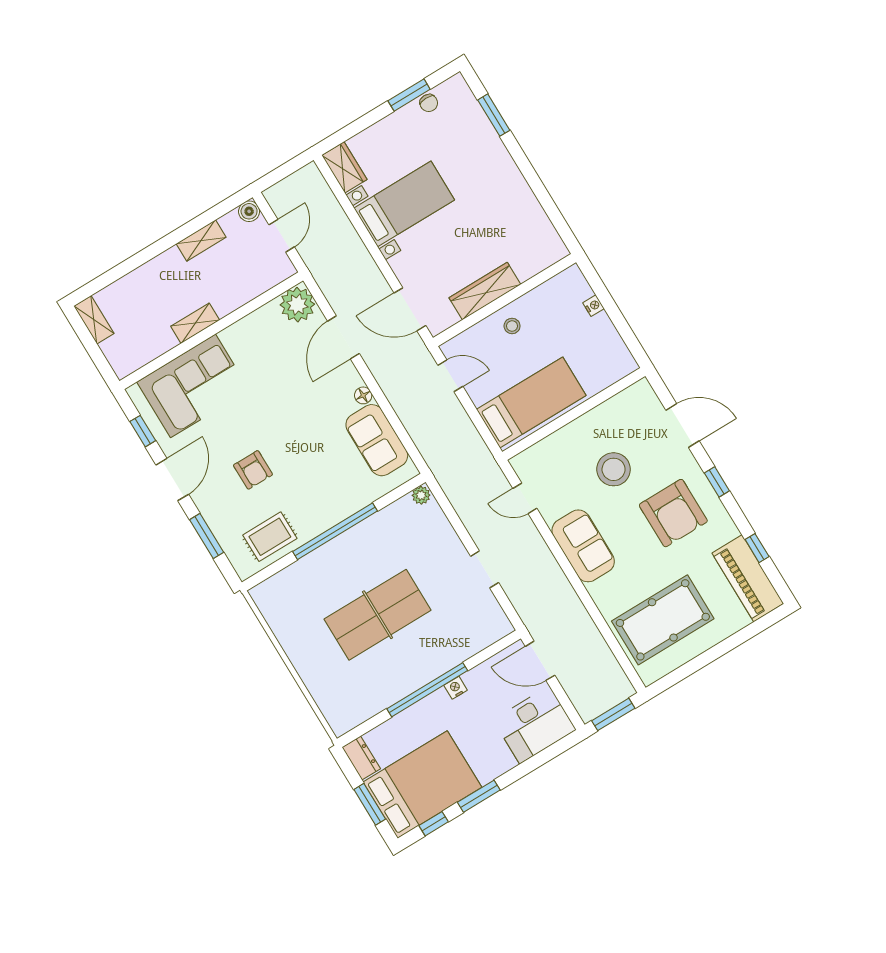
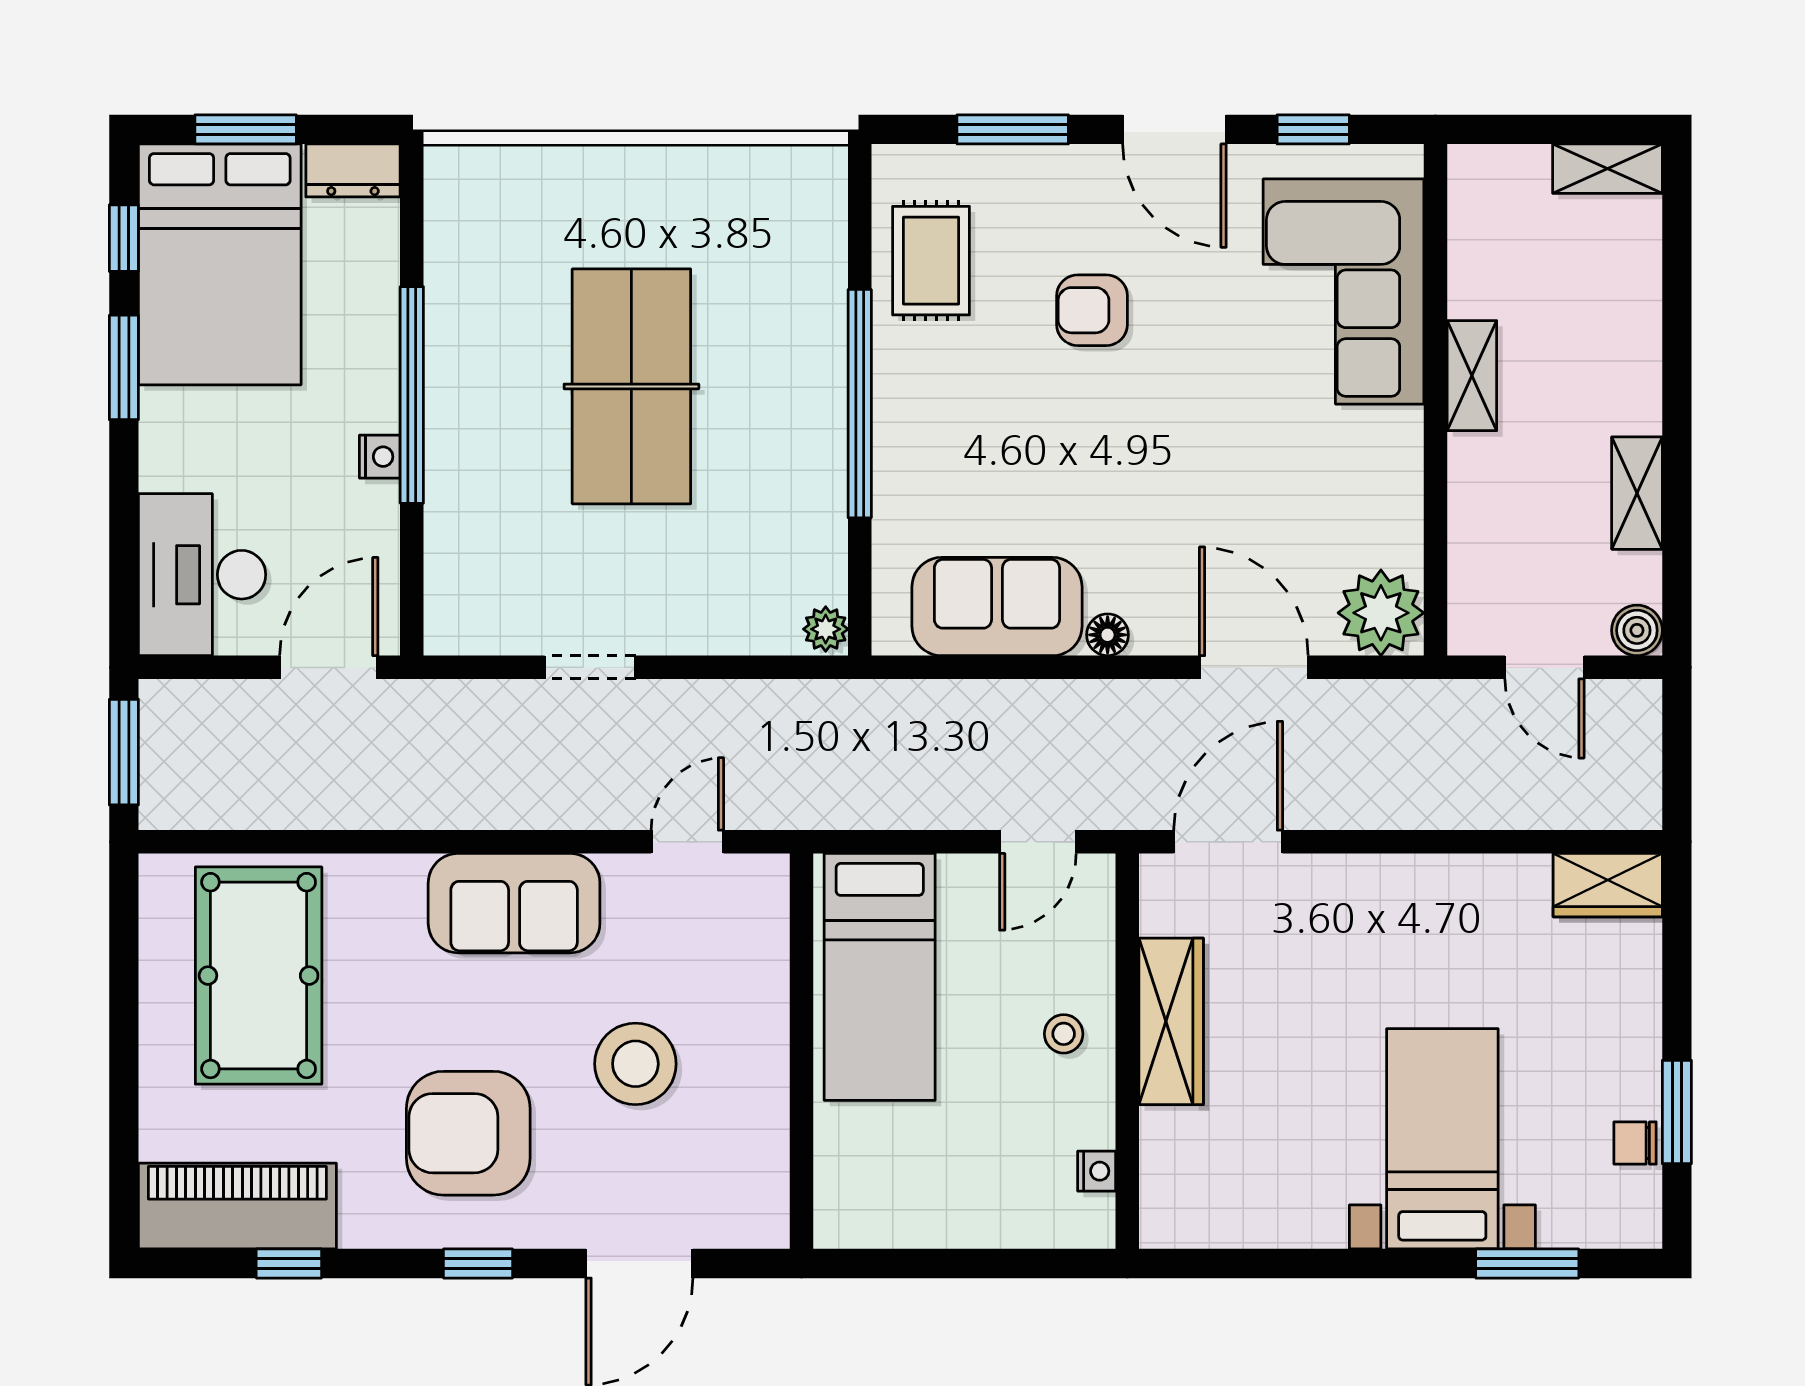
bed with nightstands: (404, 204) -> (1442, 1139), moved, turned 180
nightstand: (594, 306) -> (1097, 1171), moved, turned -90

